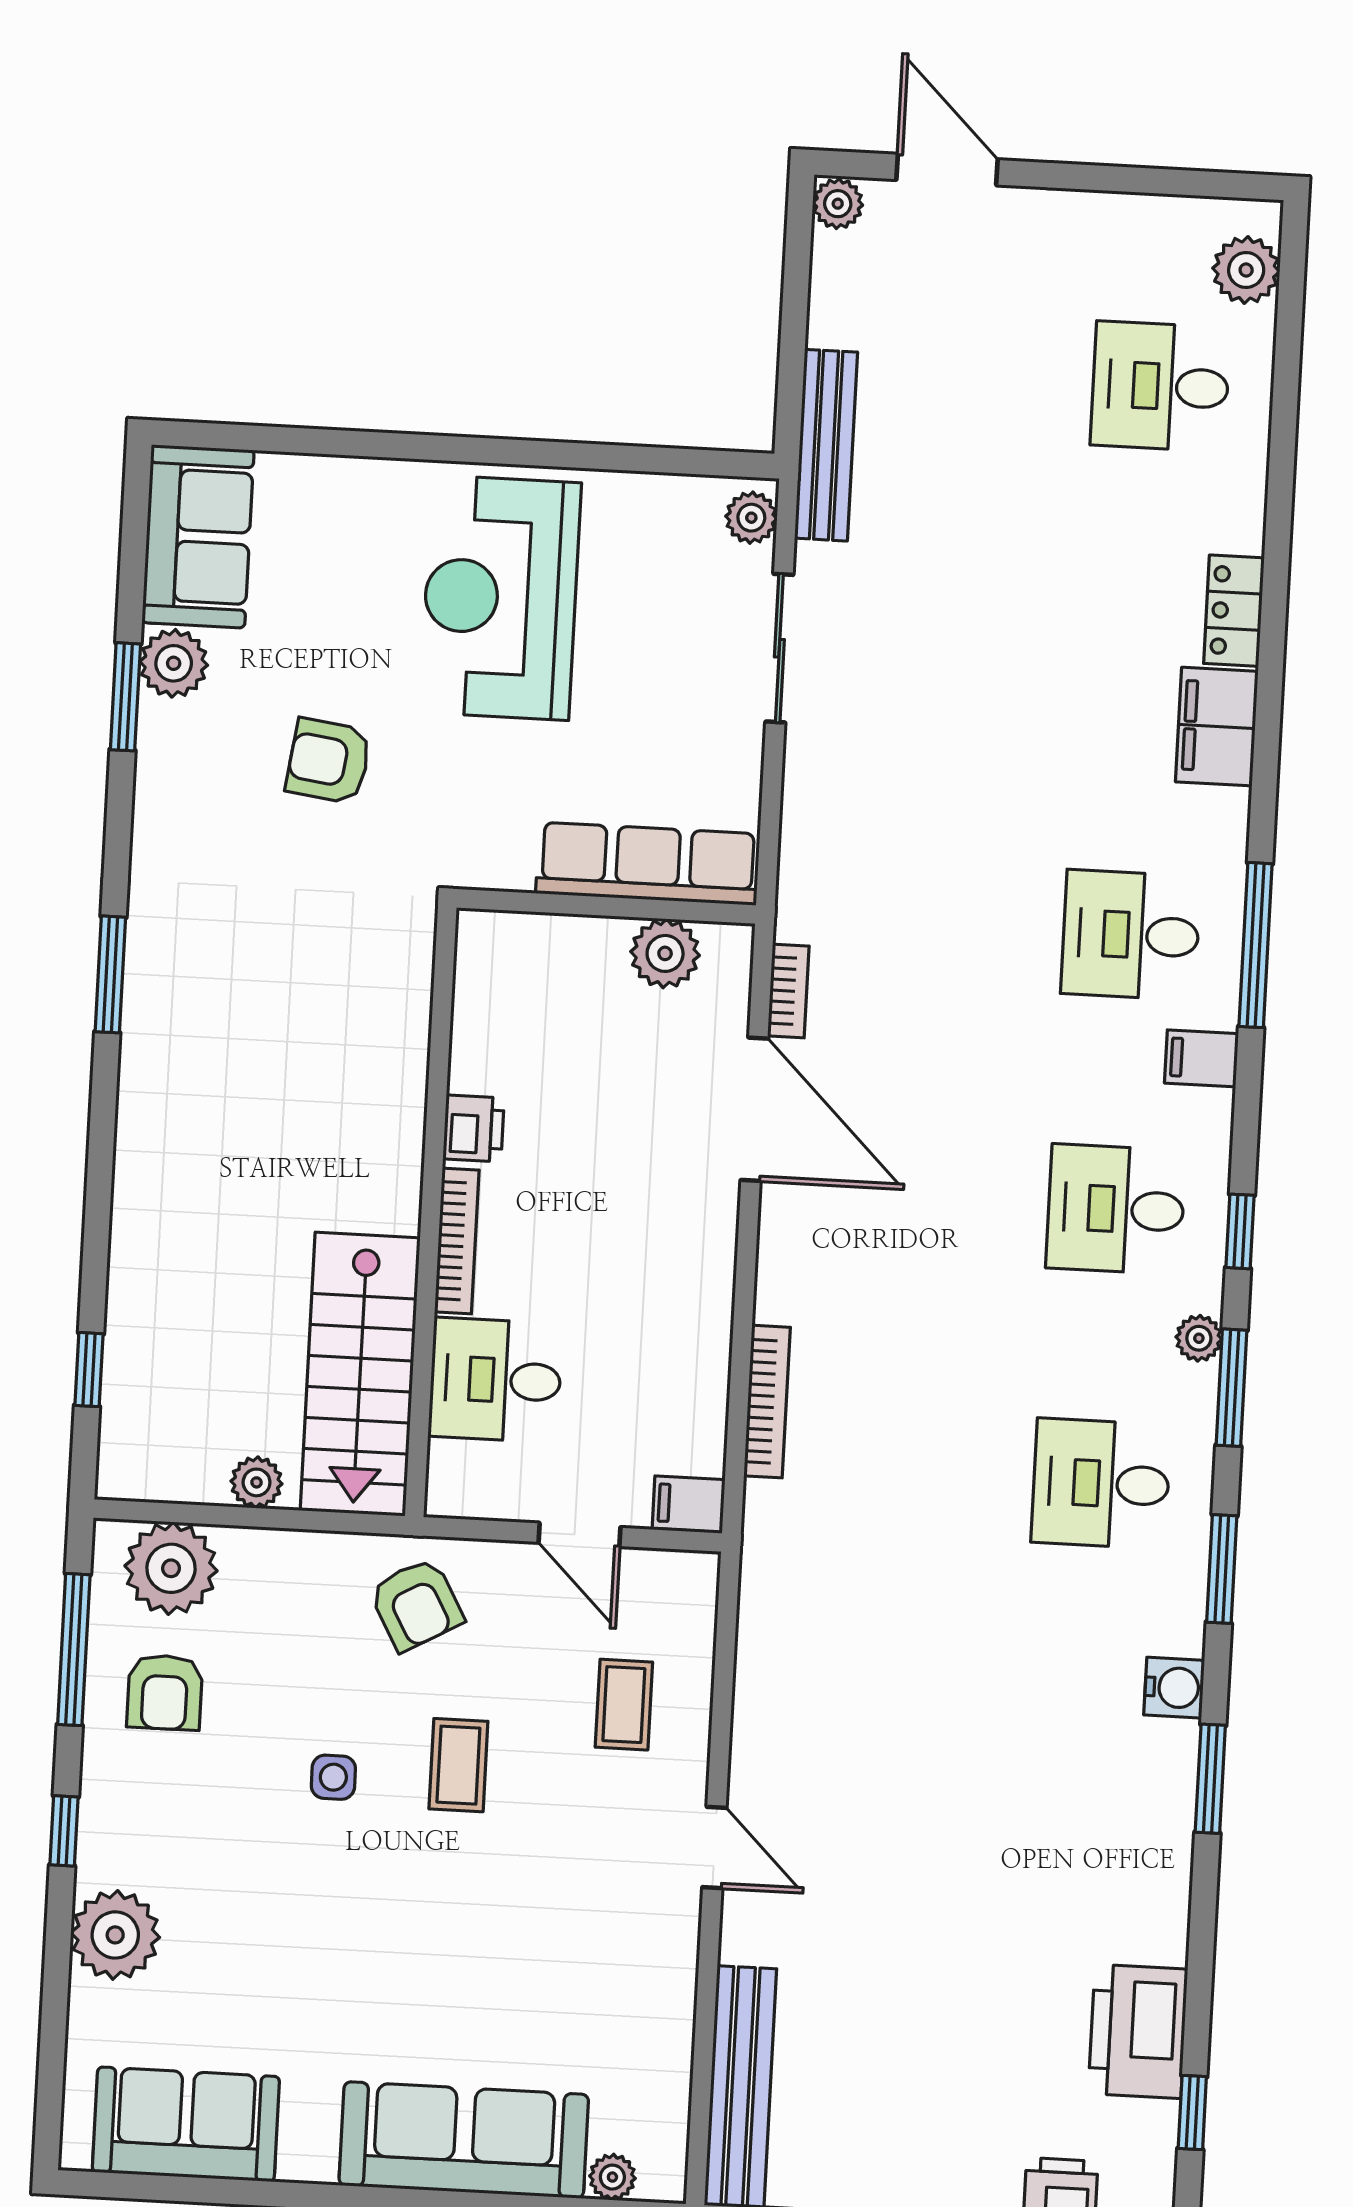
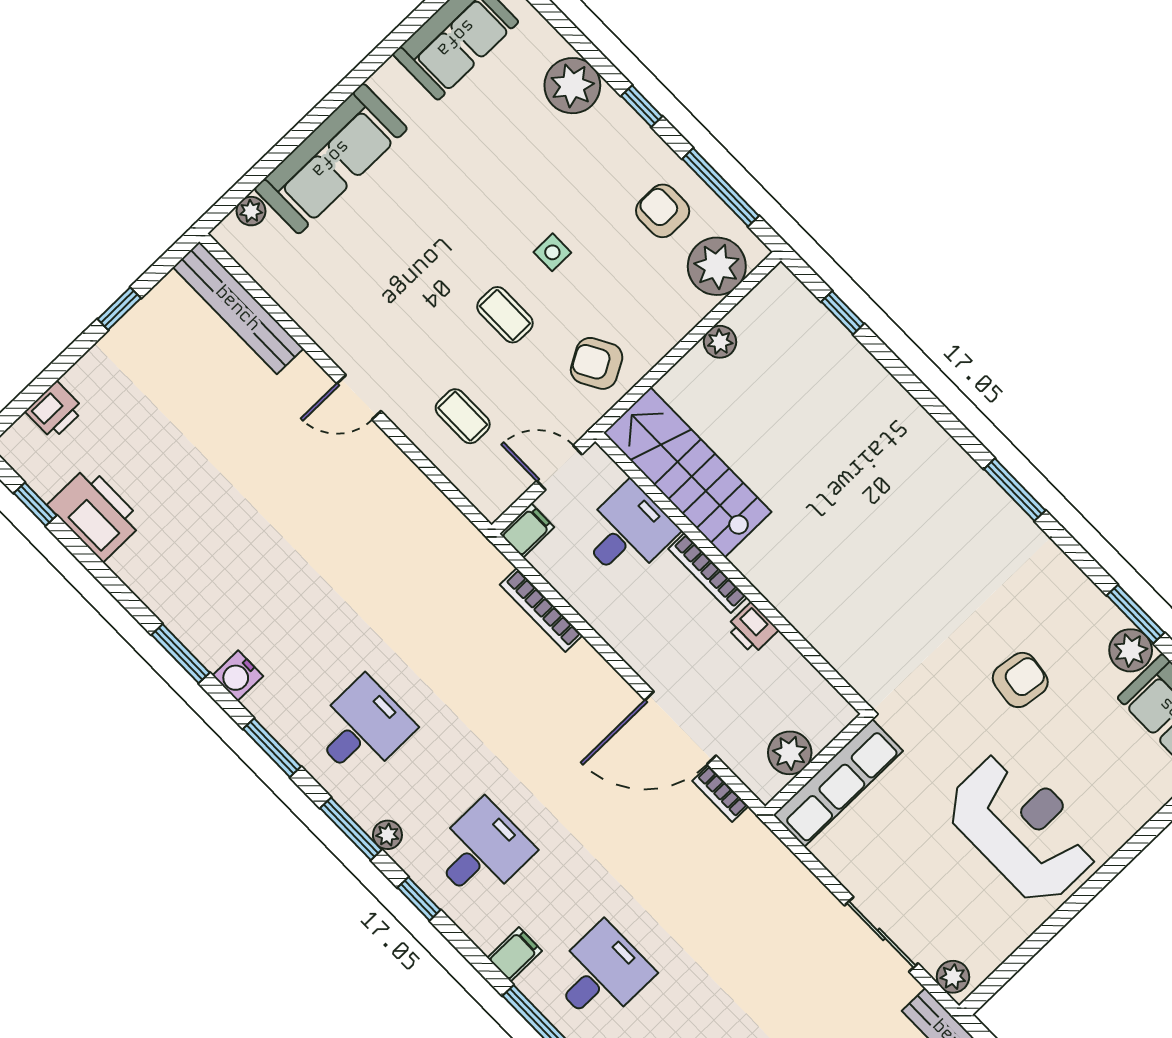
printer: (474, 1128) -> (752, 628), moved
wall: (431, 1212) -> (732, 573), moved
bookcase: (457, 1241) -> (708, 573), moved
stairs: (360, 1374) -> (688, 472), moved
desk: (495, 1380) -> (628, 532), moved

